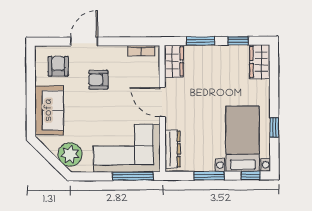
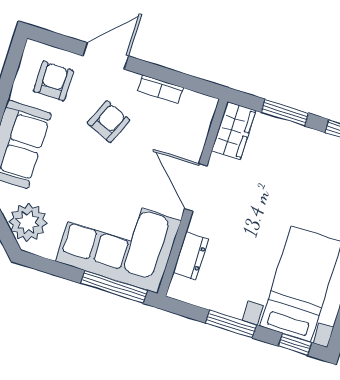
bookcase: (141, 51) -> (160, 89), moved
armchair: (98, 80) -> (109, 122), turned 113
dresser: (172, 149) -> (191, 256), width x0.70

